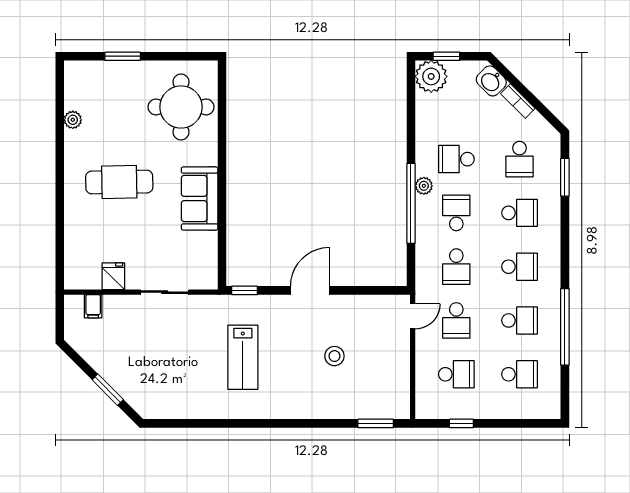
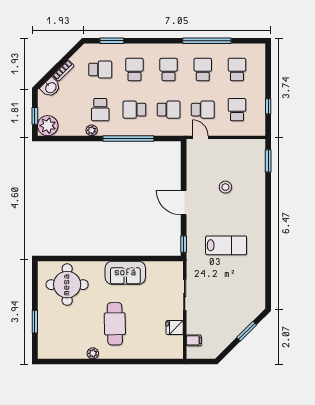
plant: (73, 120) -> (93, 353), moved
plant: (424, 186) -> (92, 130), moved

